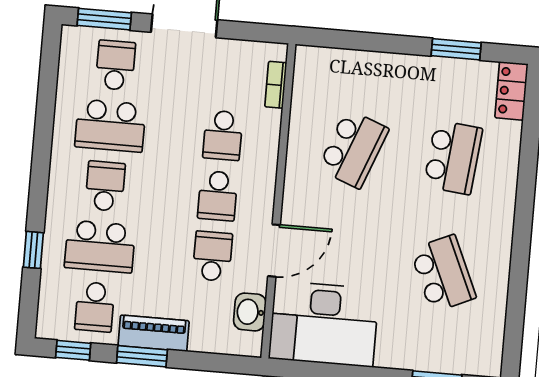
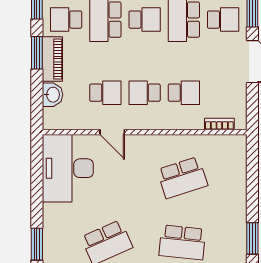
school desk: (223, 135) -> (184, 93), turned 180
school desk: (353, 149) -> (182, 178), turned -39
door: (274, 251) -> (112, 132), width x0.73
washbasin: (250, 312) -> (52, 95), moved, turned 90

